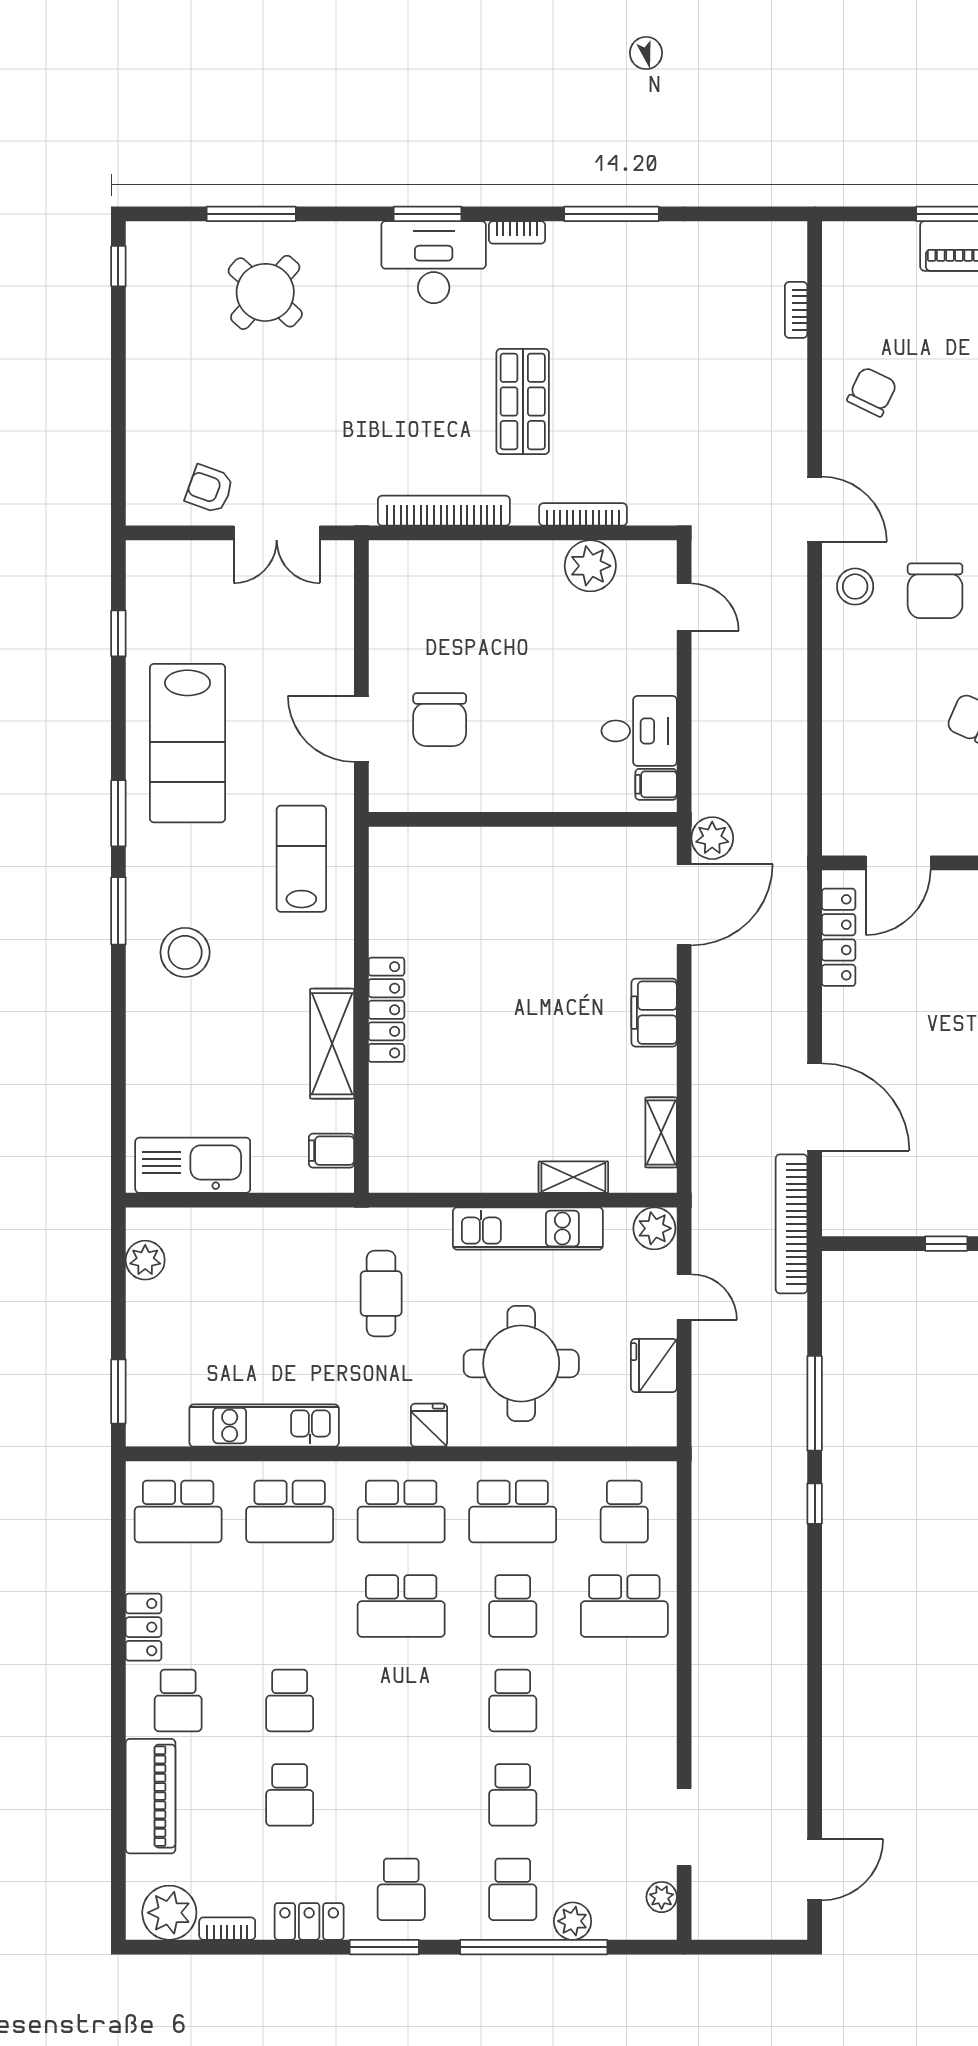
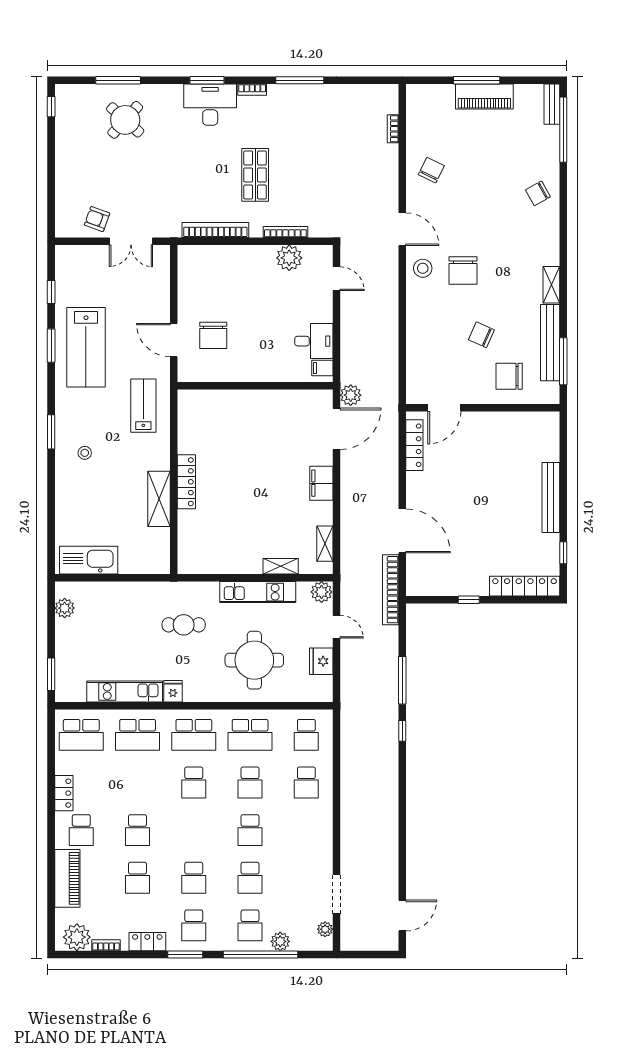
window: (118, 813) -> (51, 346), moved
stool: (185, 952) -> (85, 453), width x0.53, depth x0.53
filing cabinet: (331, 1151) -> (159, 553), removed
cafe table: (381, 1293) -> (184, 625), turned 90
fridge: (429, 1425) -> (173, 691), moved
school desk: (401, 1606) -> (194, 782), width x0.54
school desk: (624, 1606) -> (306, 782), width x0.54
school desk: (401, 1795) -> (194, 878), added

